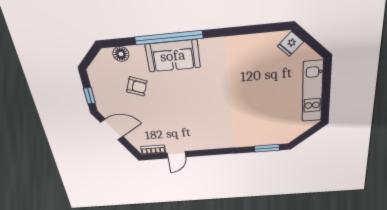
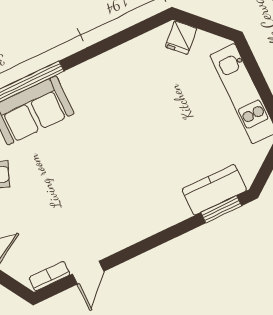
kitchen counter: (268, 137) -> (214, 190), added

